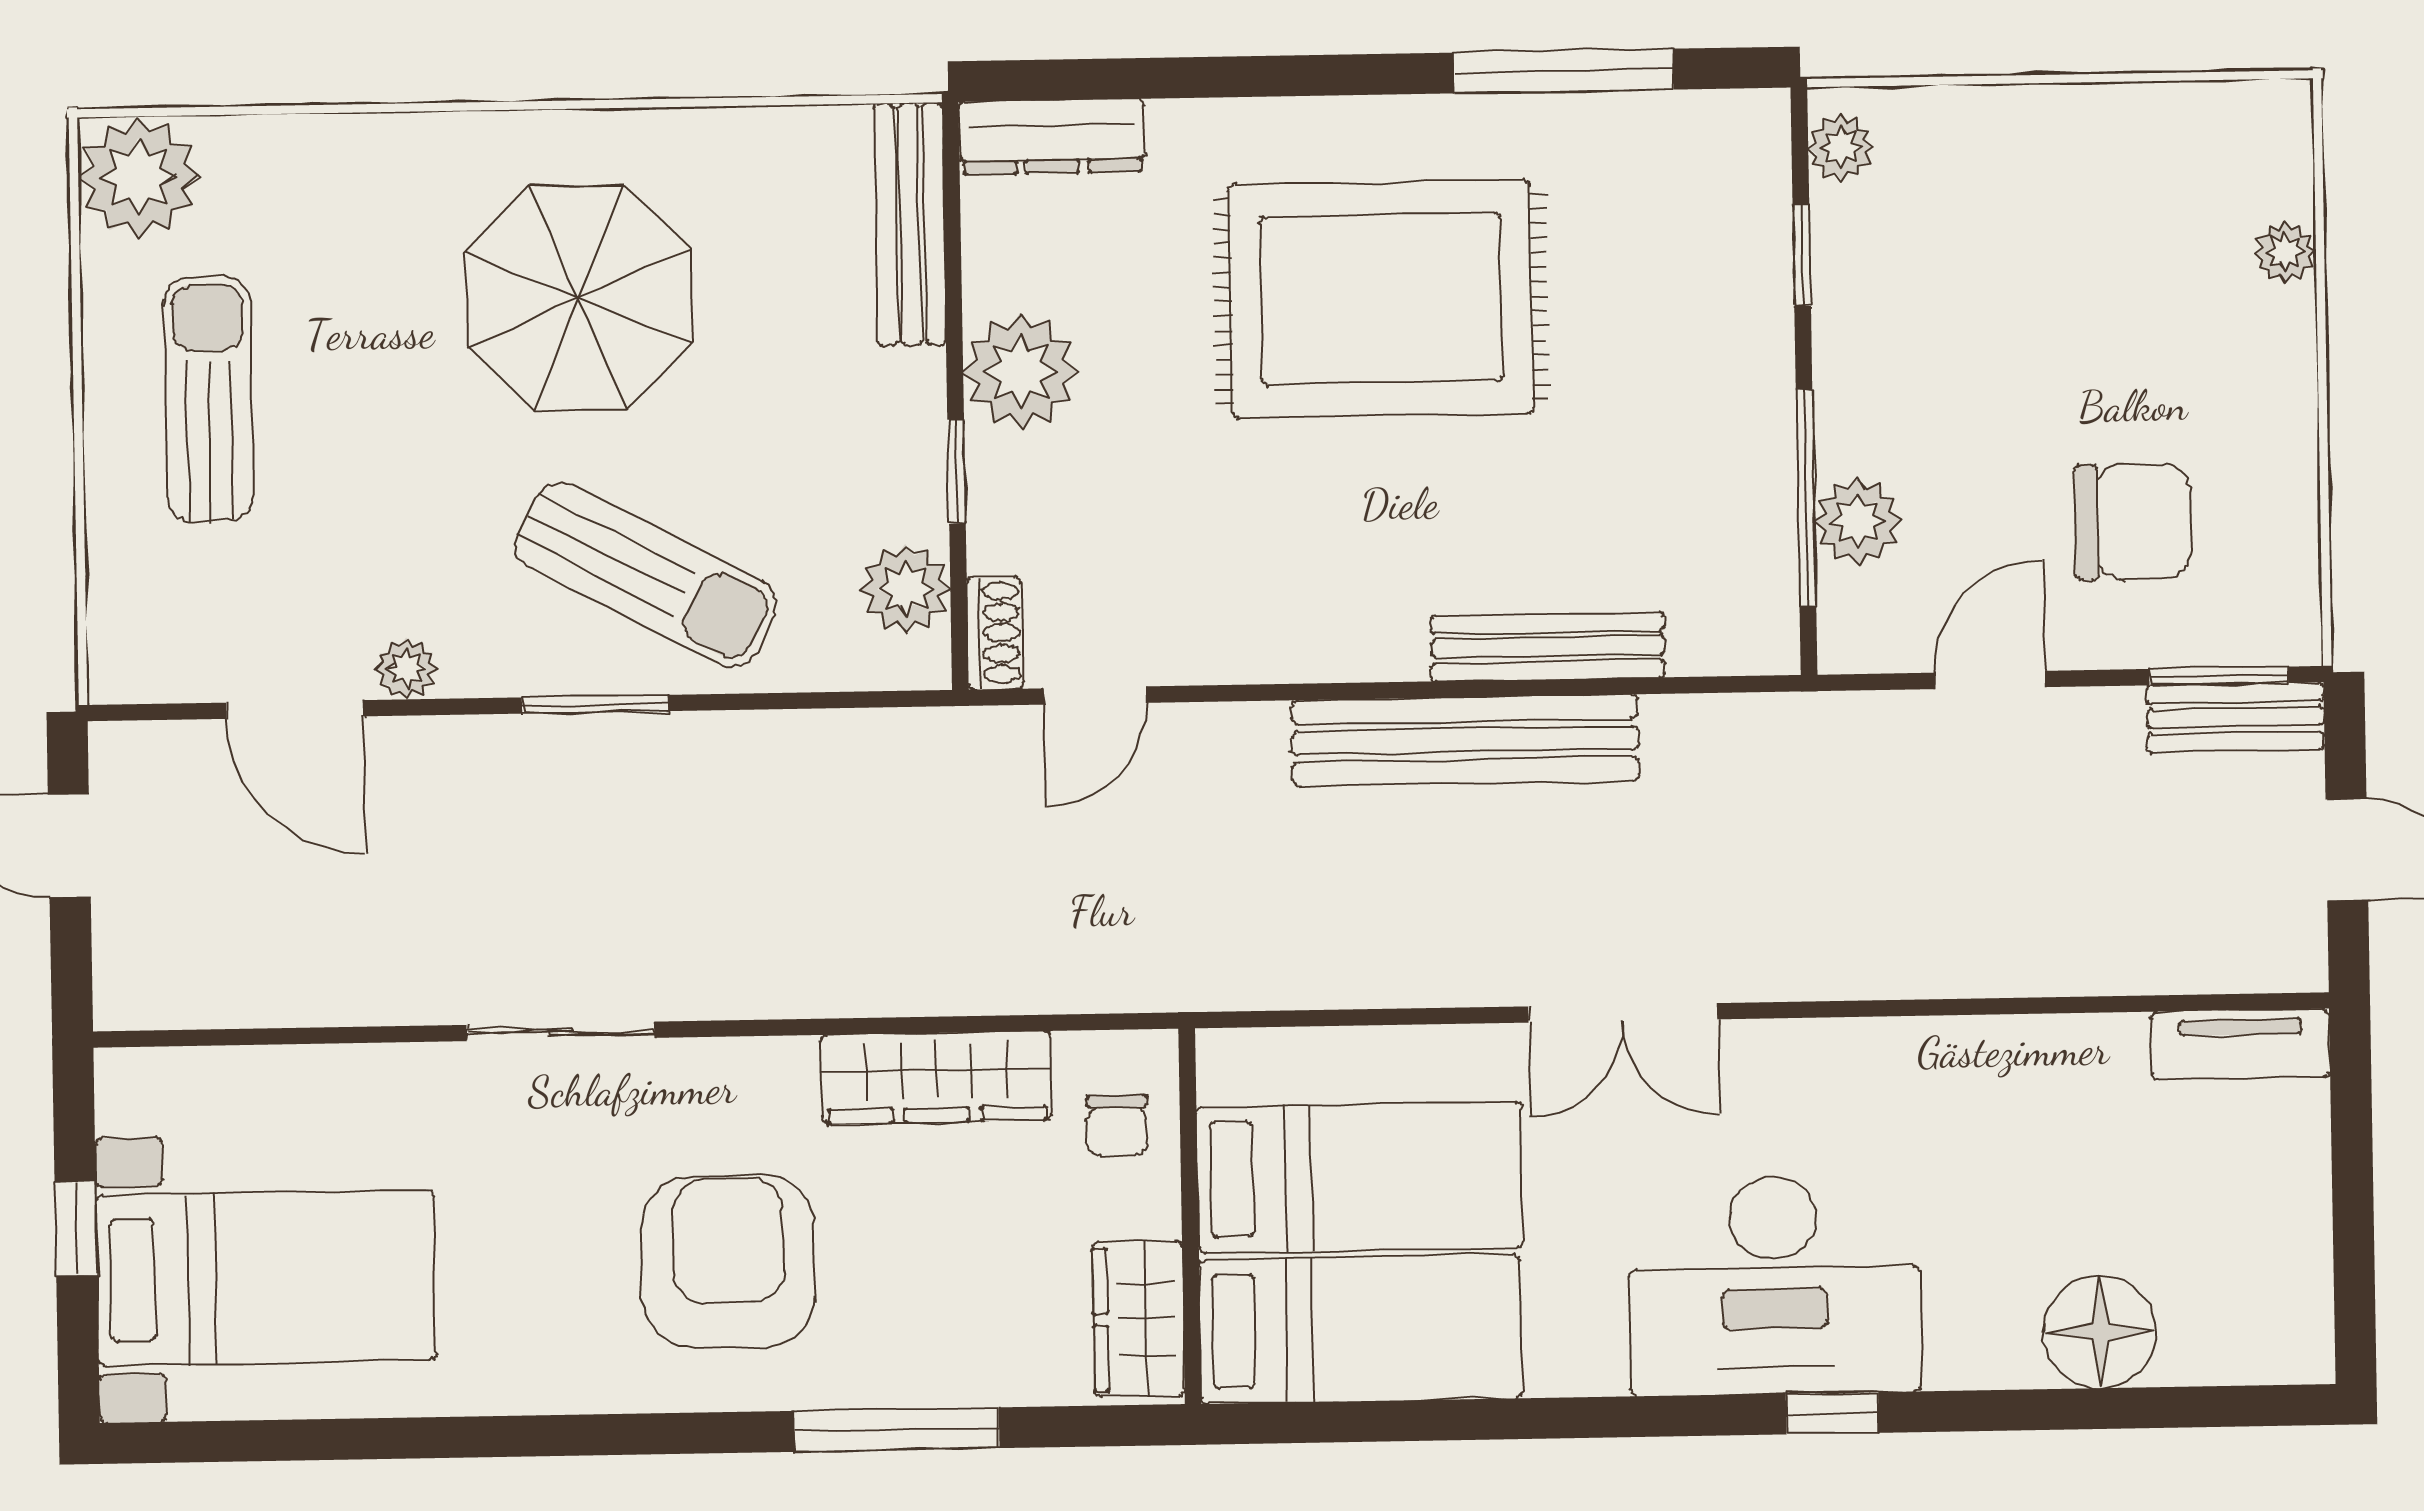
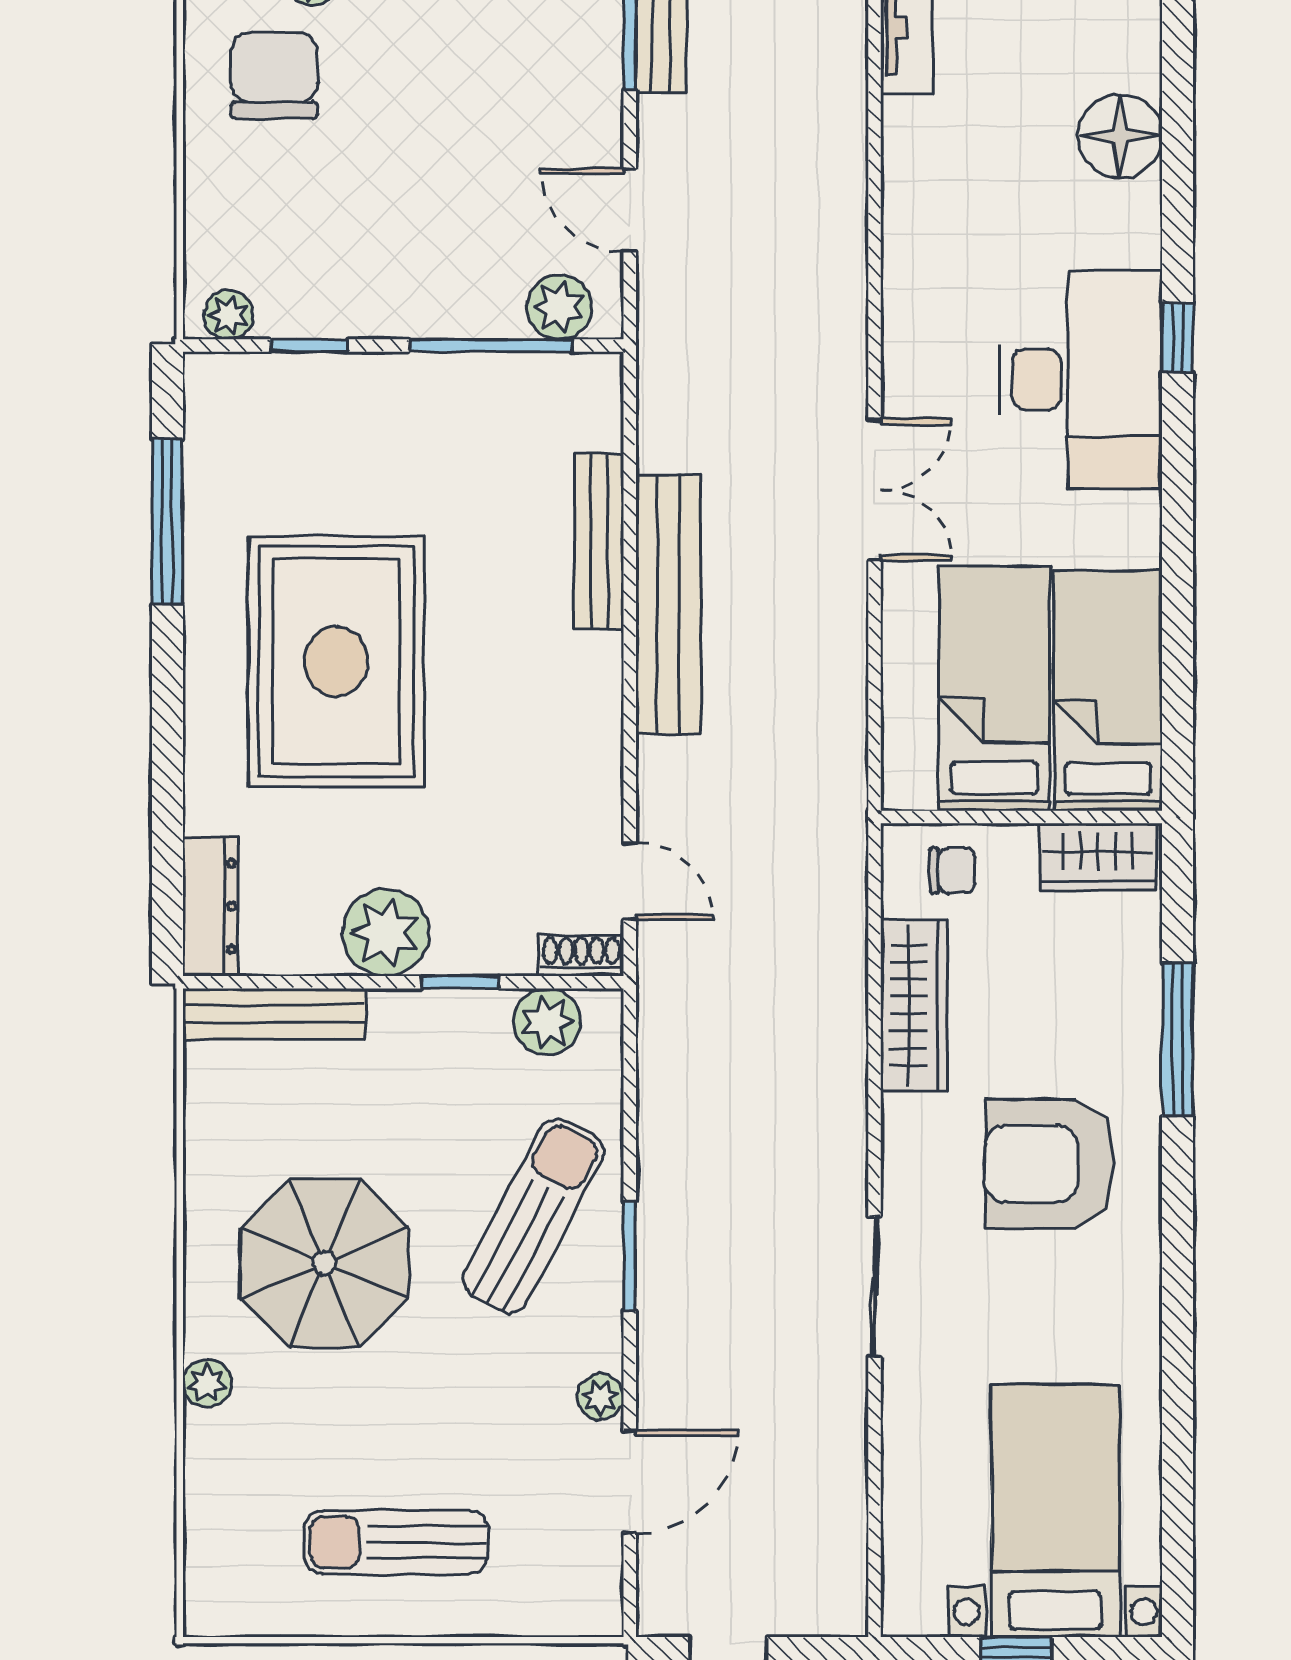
plant: (139, 177) -> (207, 1383), moved, width x0.53, depth x0.53
plant: (1858, 521) -> (559, 307), moved
chair: (2133, 522) -> (274, 75), moved

